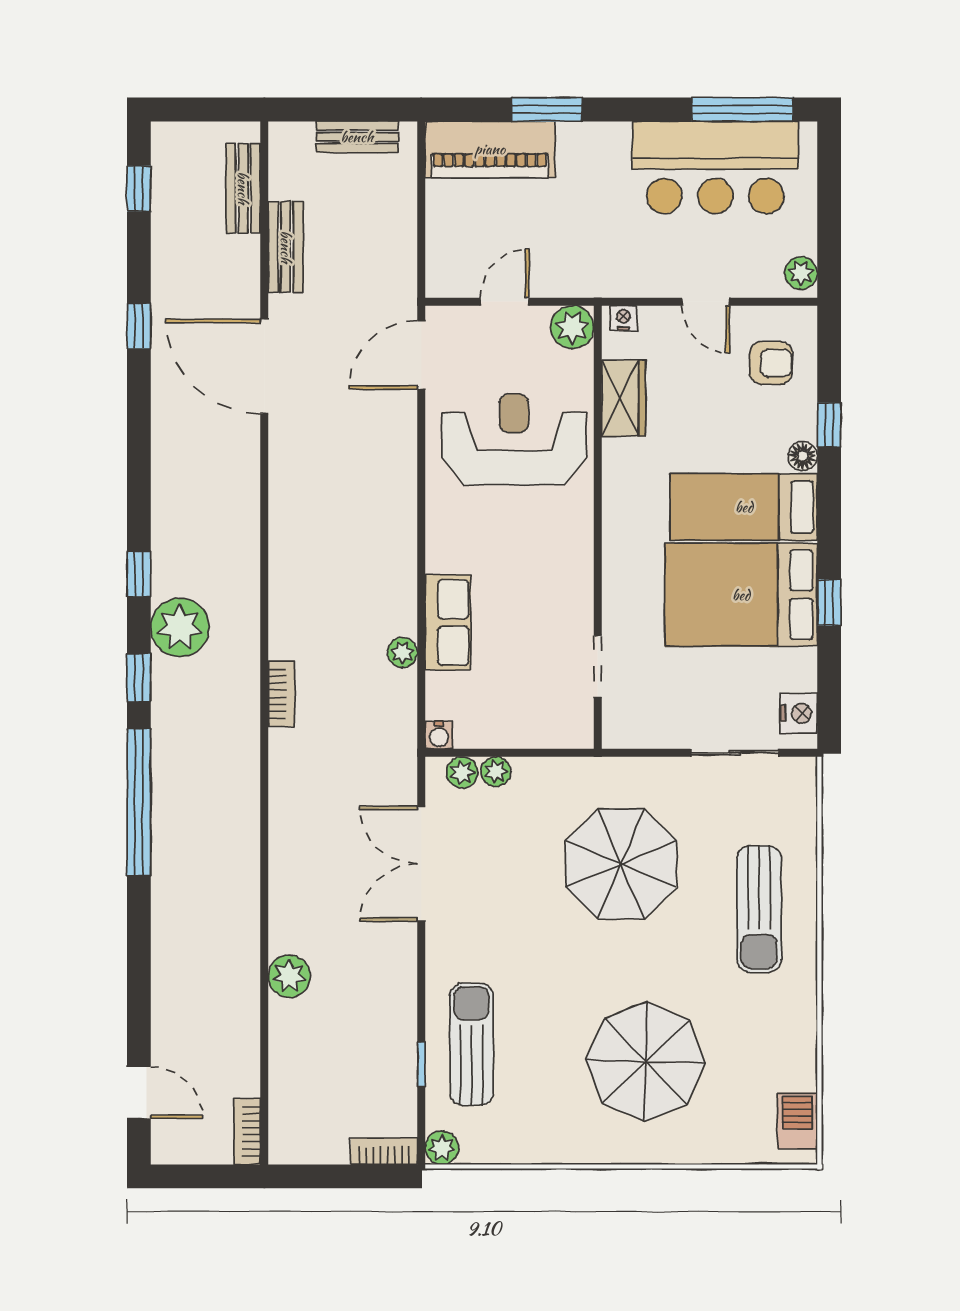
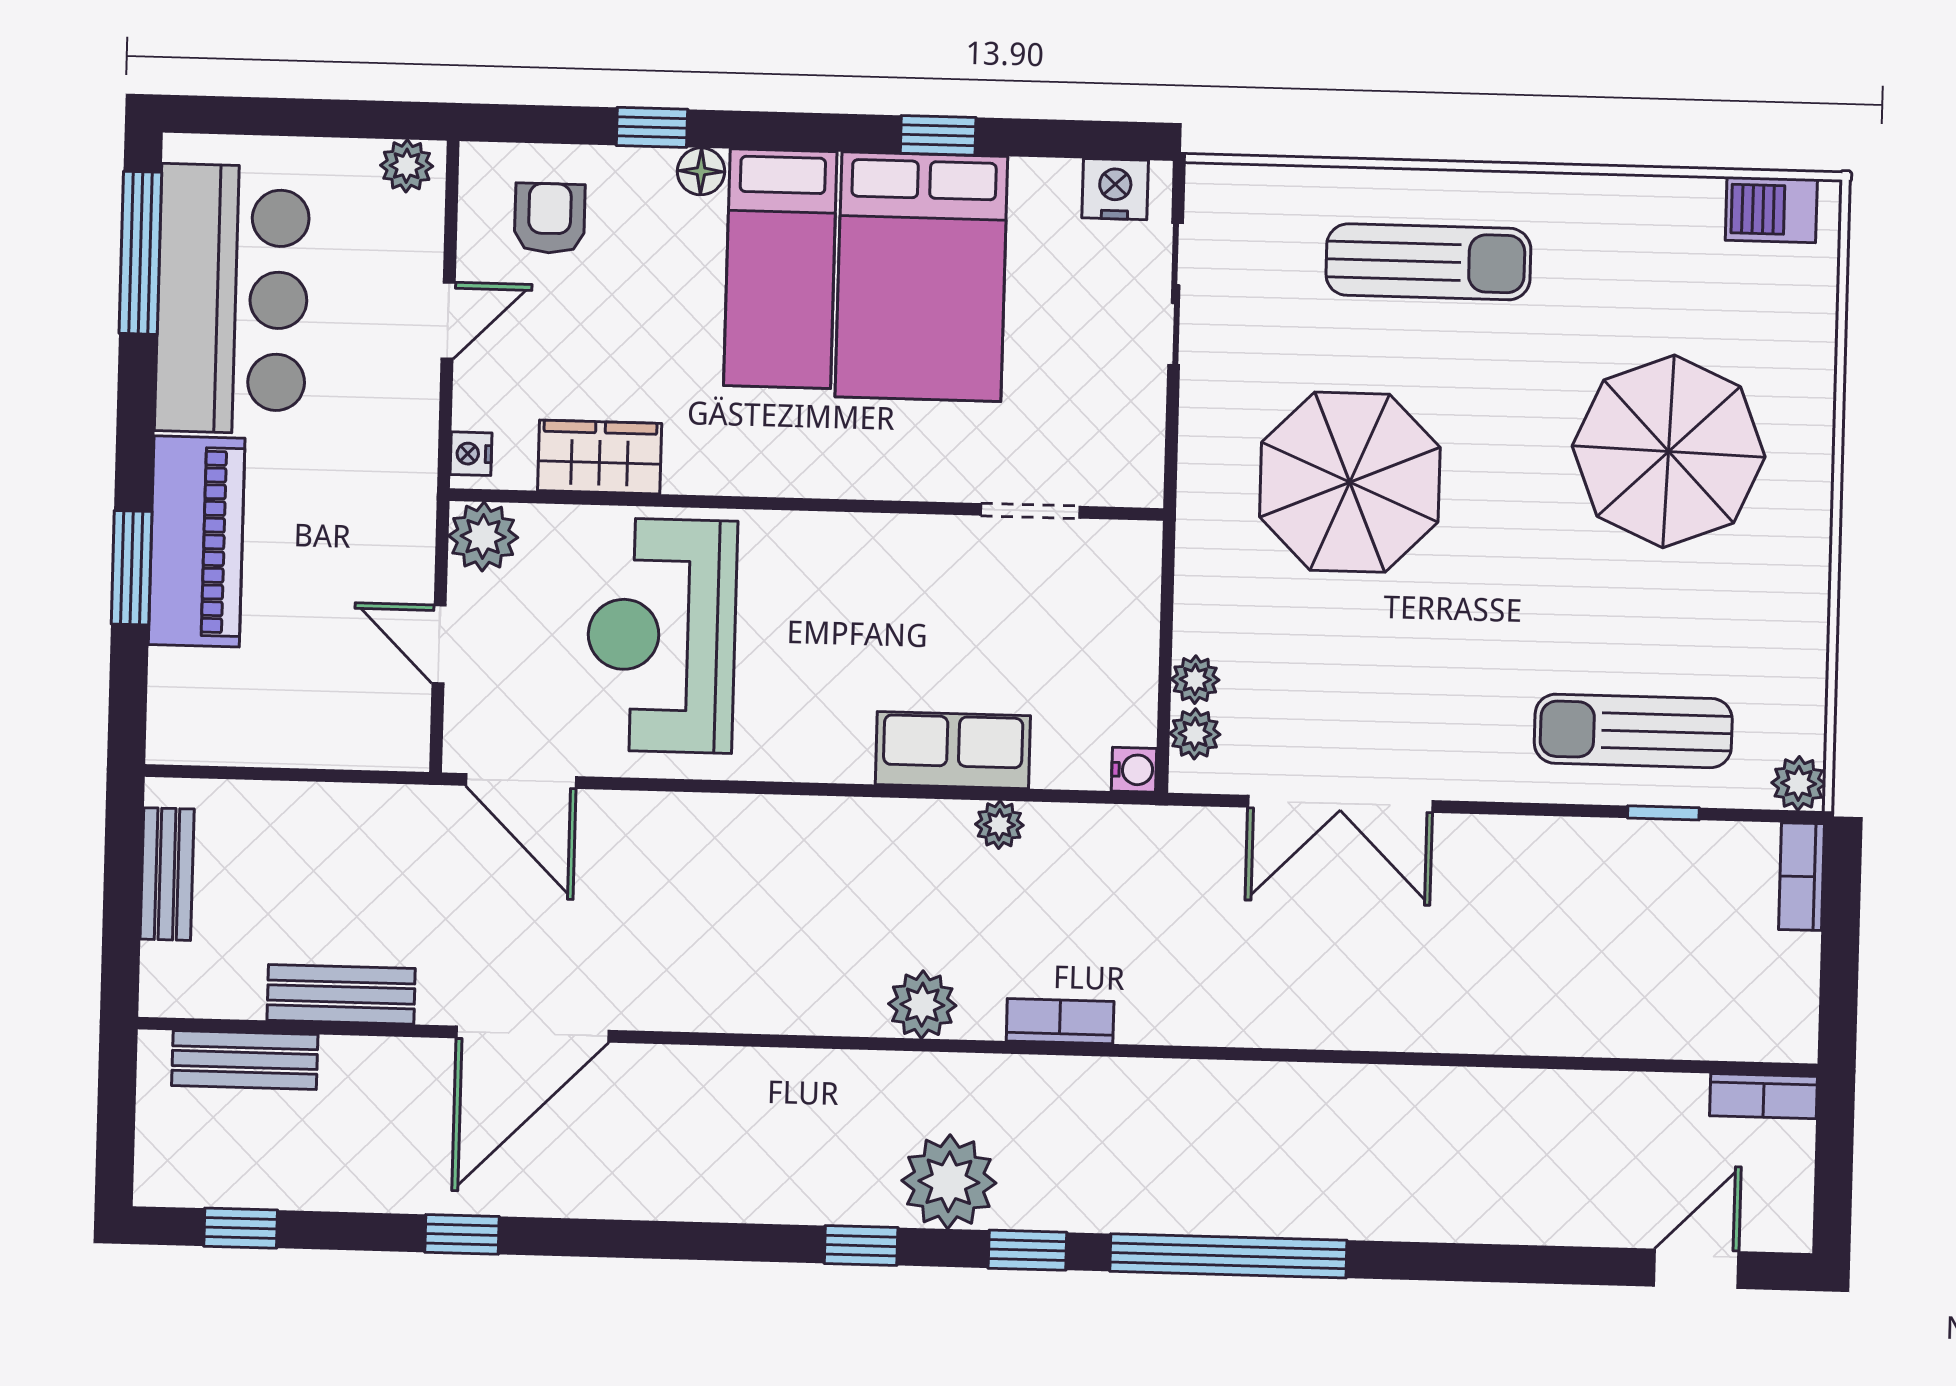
piano: (490, 149) -> (197, 541), moved
plant: (289, 976) -> (922, 1005), moved

